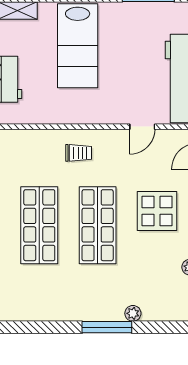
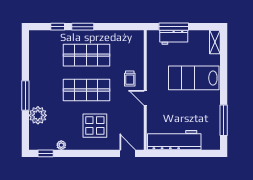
door: (142, 127) -> (145, 98), moved
plant: (133, 313) -> (38, 115), width x1.88, depth x1.88

